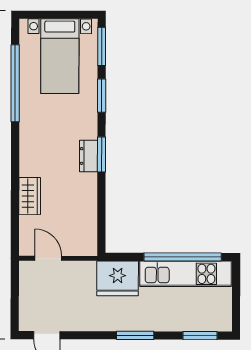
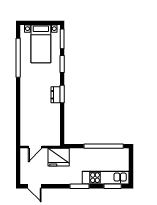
wardrobe: (30, 196) -> (26, 115), removed
door: (48, 258) -> (35, 147), swing flipped
kitchen unit: (185, 274) -> (106, 178), moved, turned 180
fridge: (118, 278) -> (59, 157), moved

